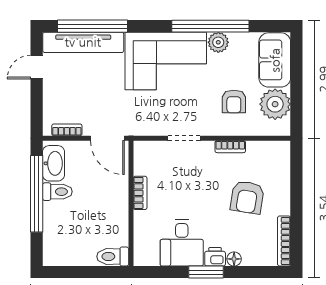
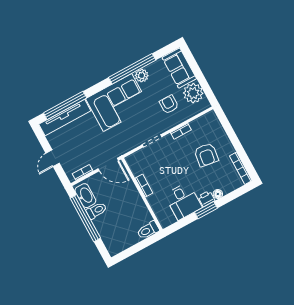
door: (37, 67) -> (53, 158), moved
armchair: (234, 102) -> (169, 104), turned 180

